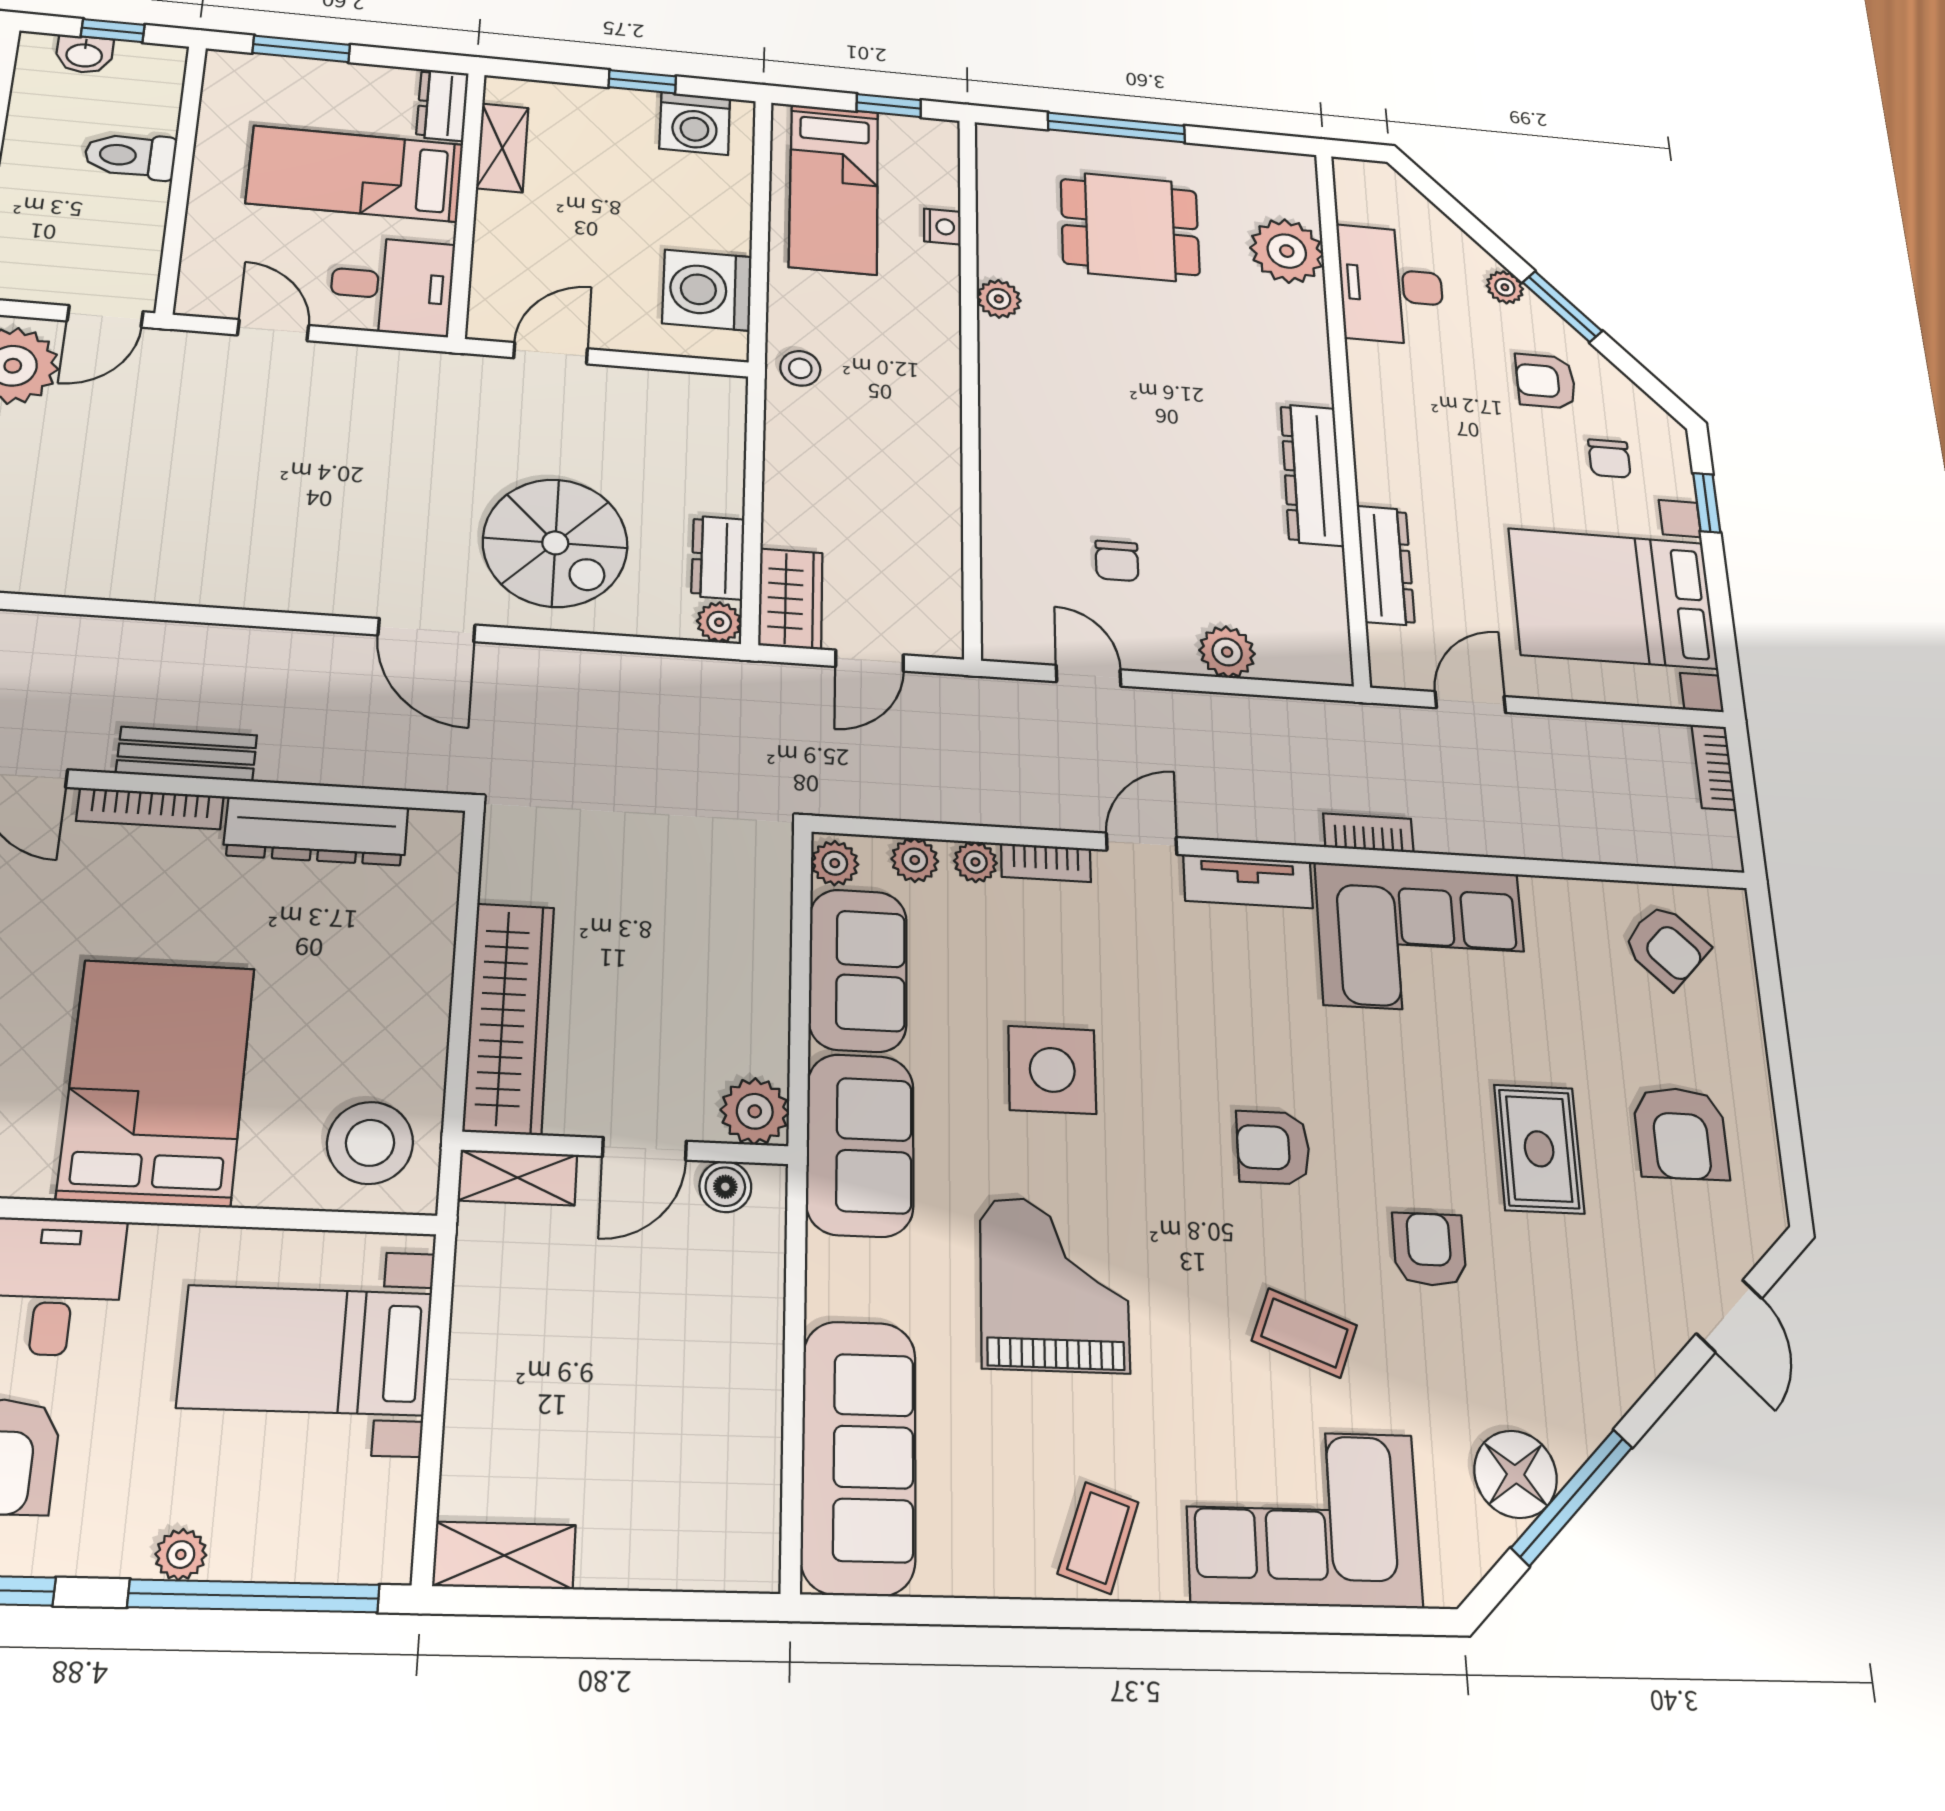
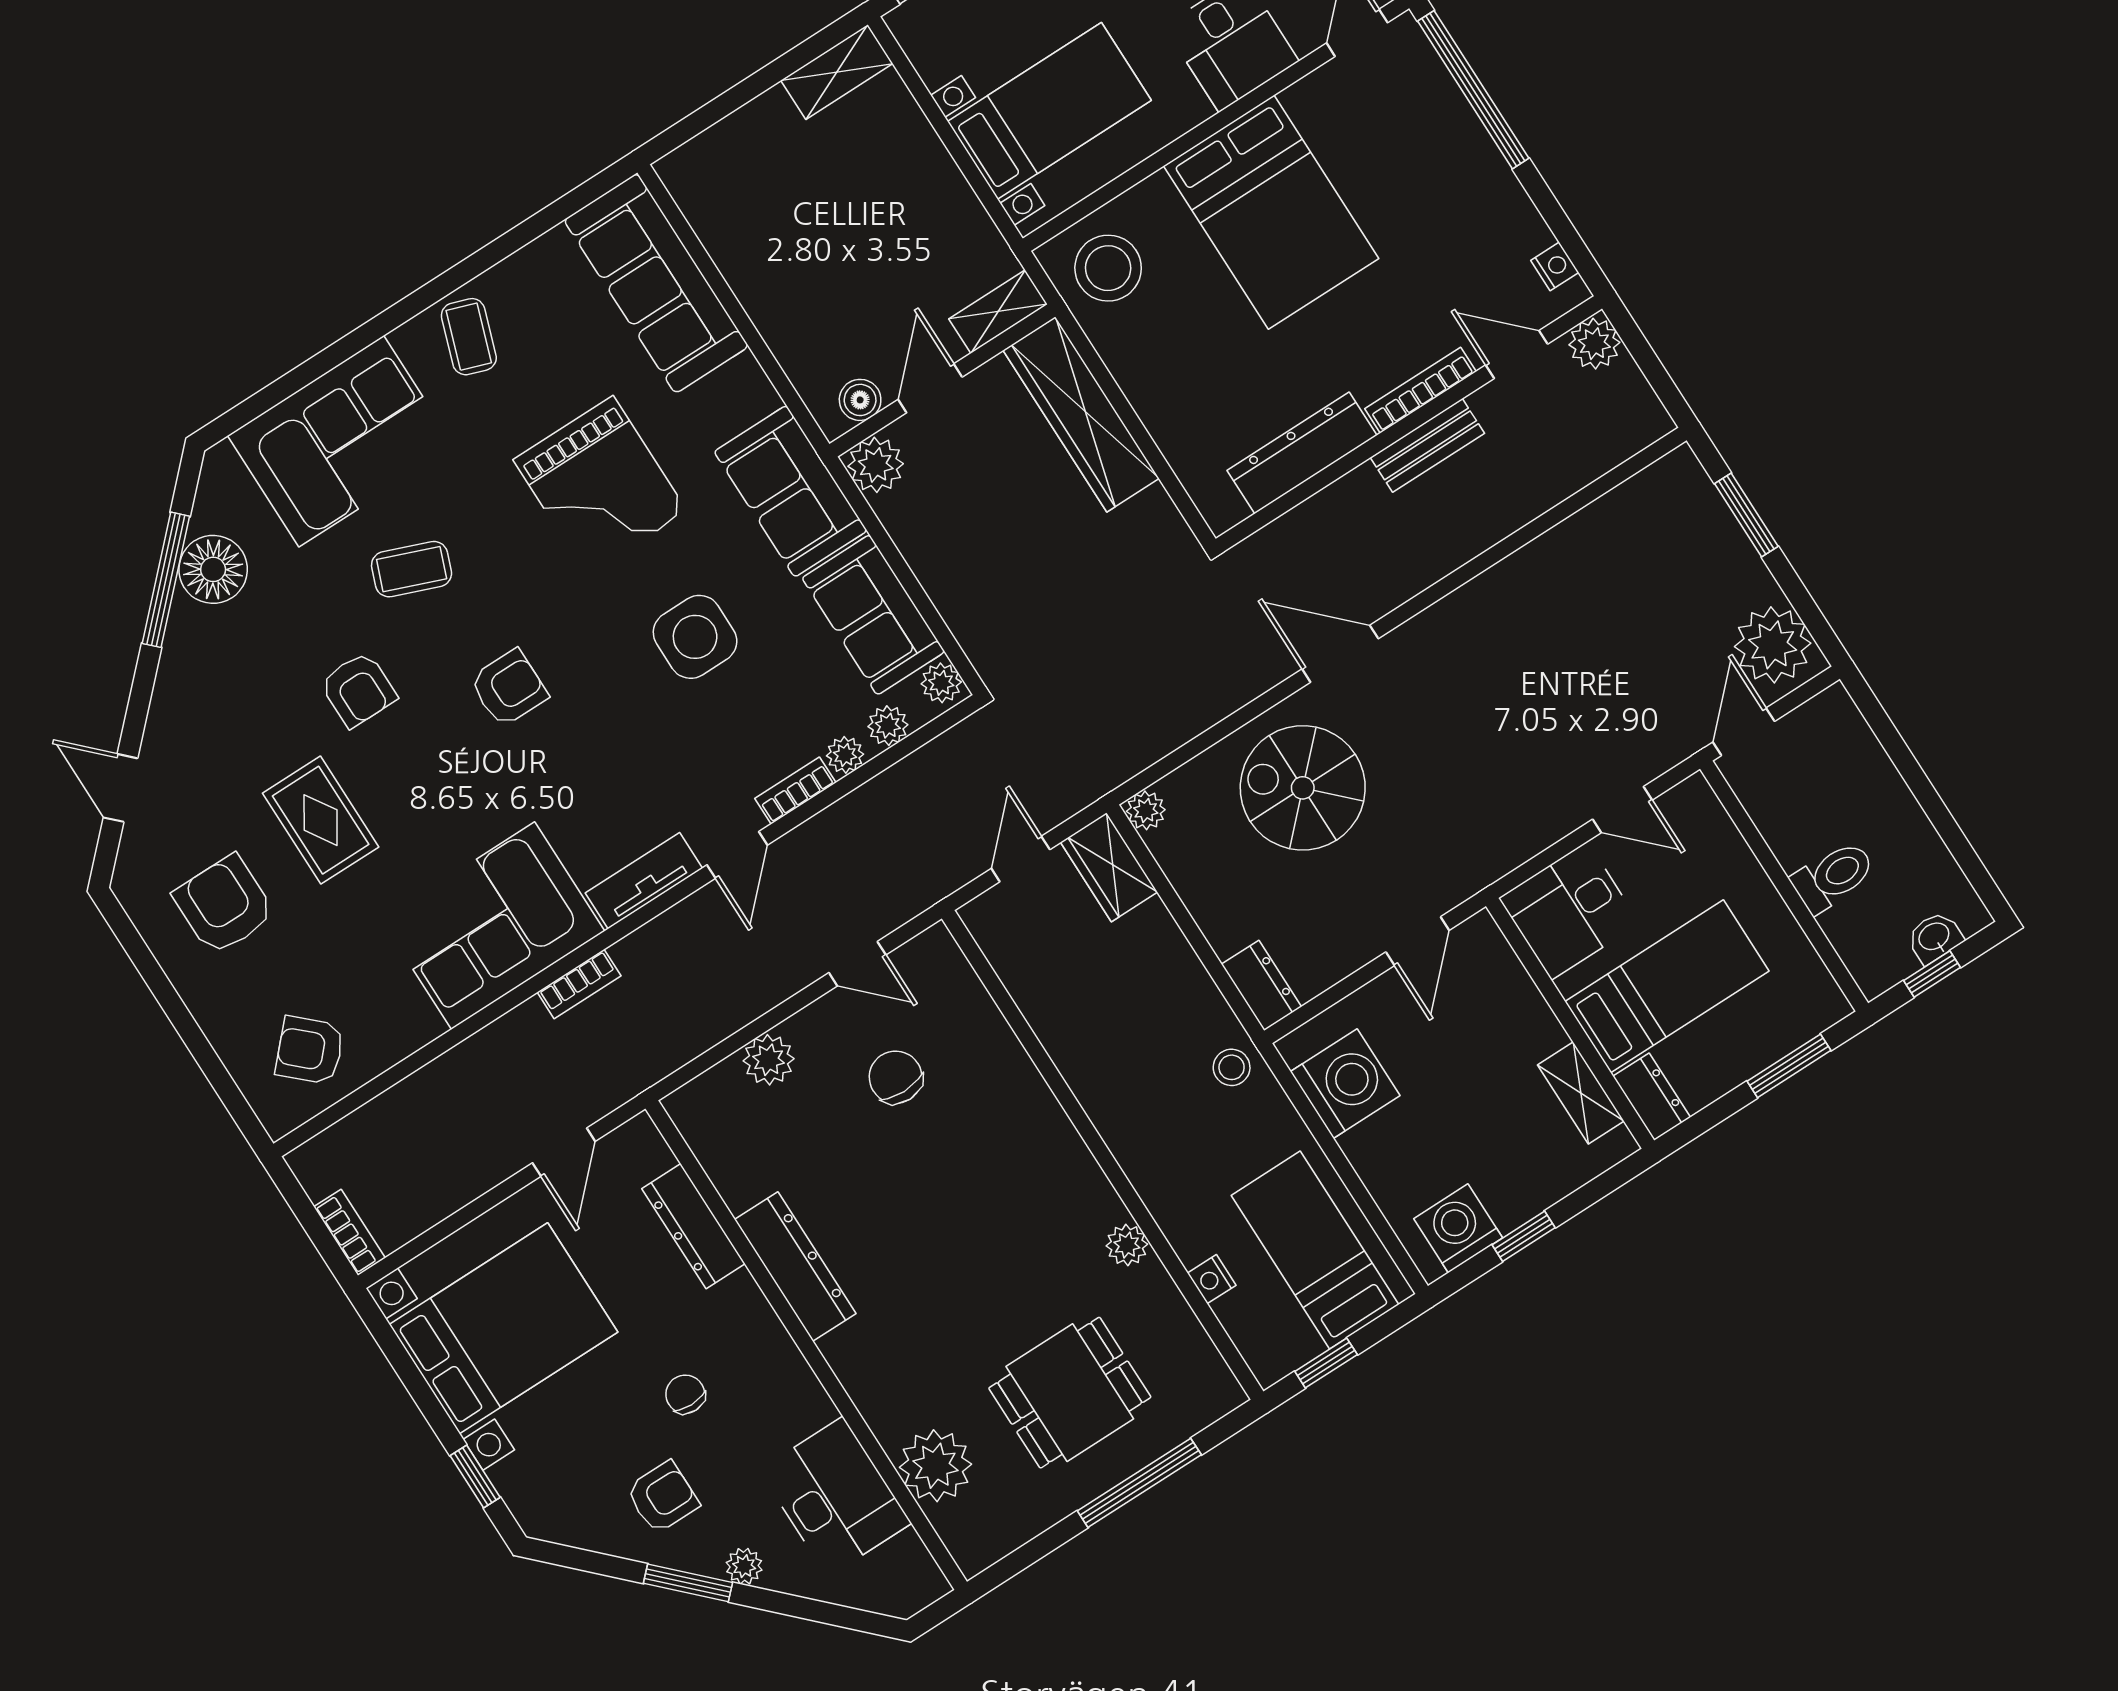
chair: (1609, 459) -> (685, 1394), moved
dresser: (718, 558) -> (1261, 985), moved
chair: (1117, 561) -> (896, 1077), width x1.37, depth x1.37

